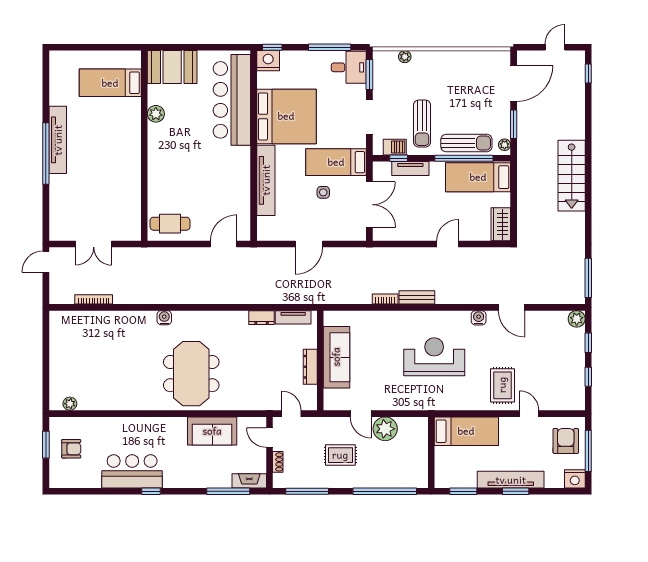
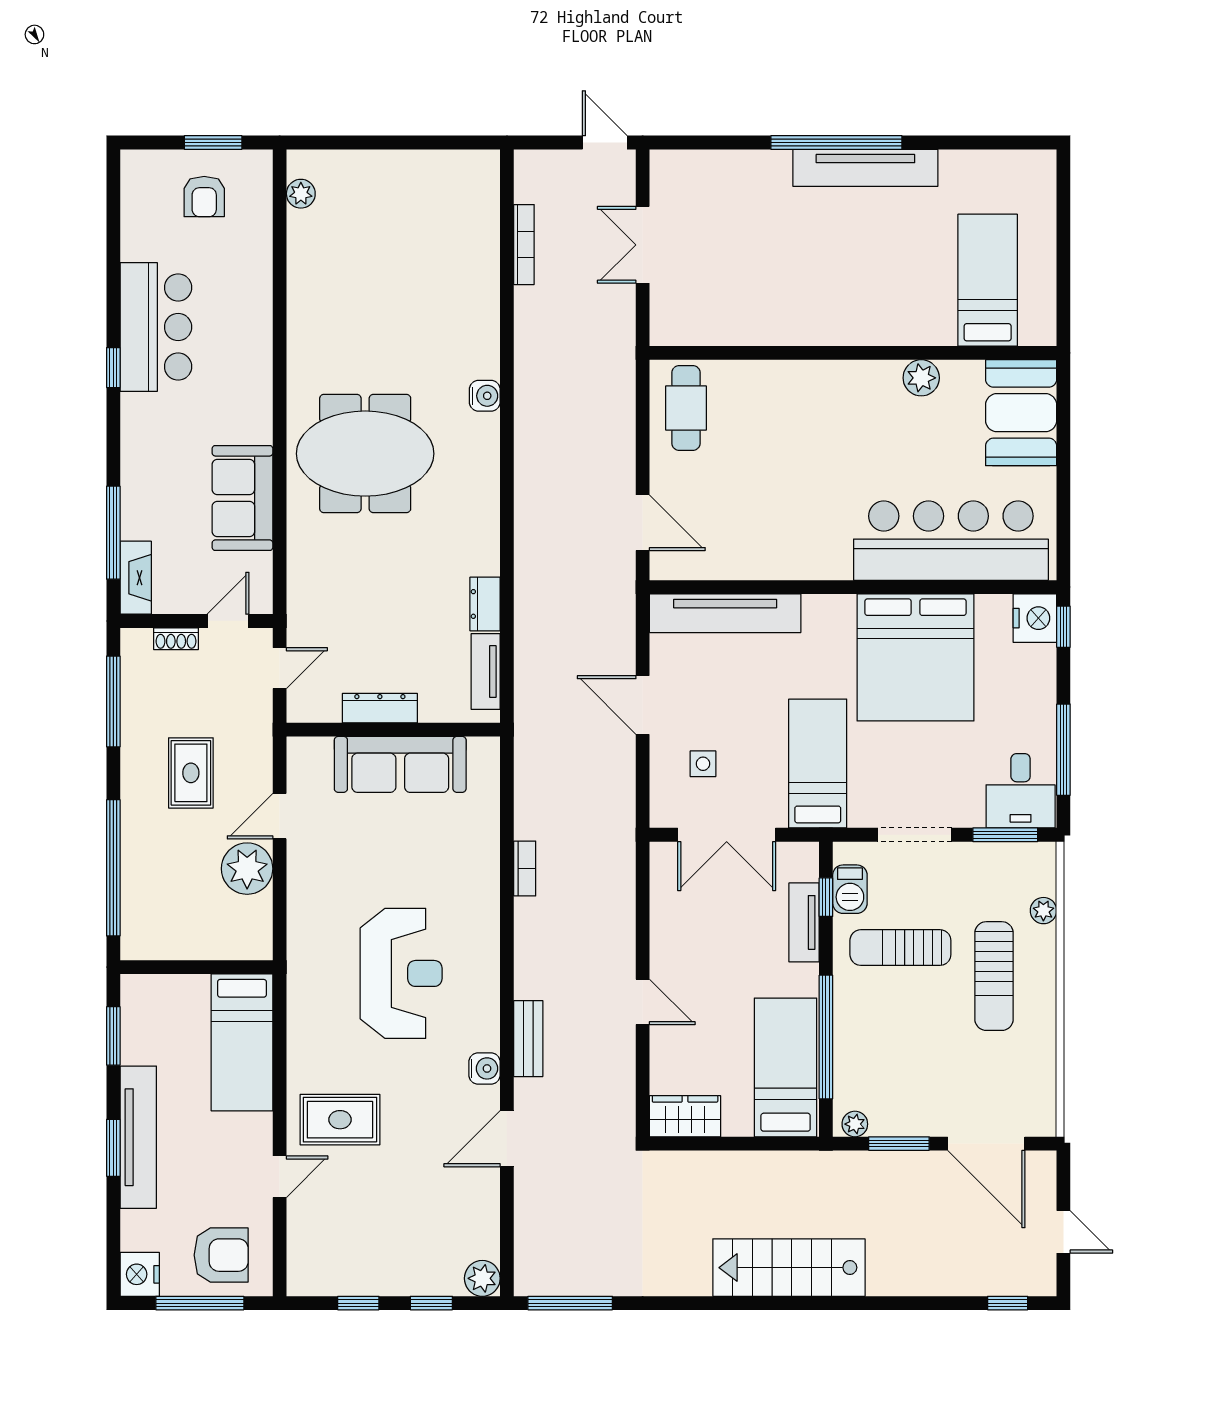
sun lounger: (466, 143) -> (994, 976), moved
tv unit: (266, 180) -> (725, 613), moved
side table: (323, 192) -> (703, 764), moved
bench: (417, 297) -> (528, 1039), moved

